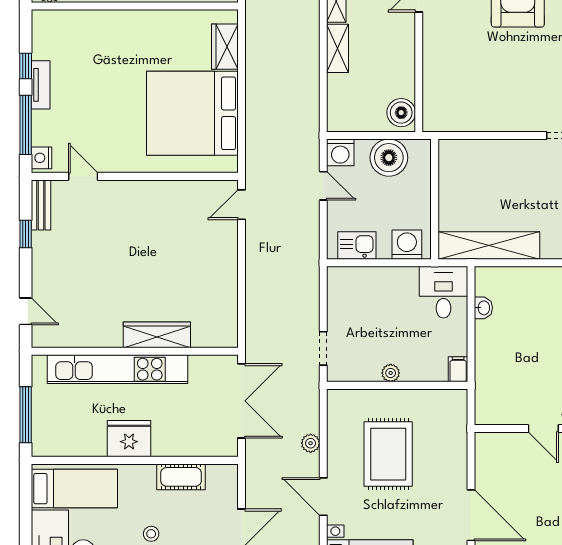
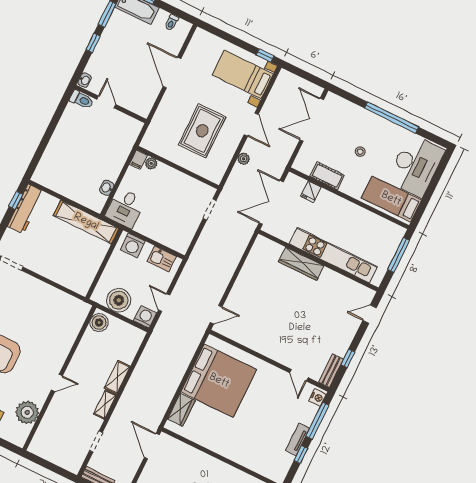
door: (26, 311) -> (370, 314), hinge flipped
plant: (391, 373) -> (151, 163), moved
fridge: (129, 439) -> (311, 192), moved, width x0.53, depth x0.75

